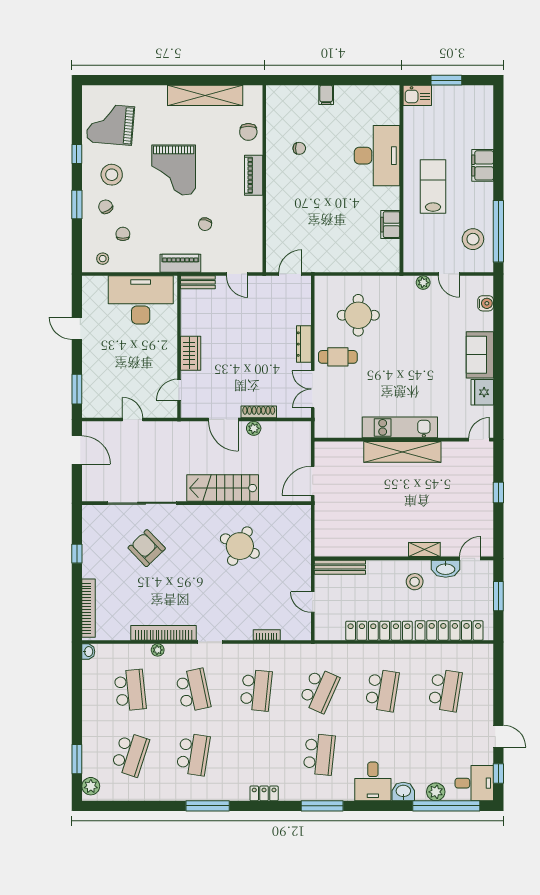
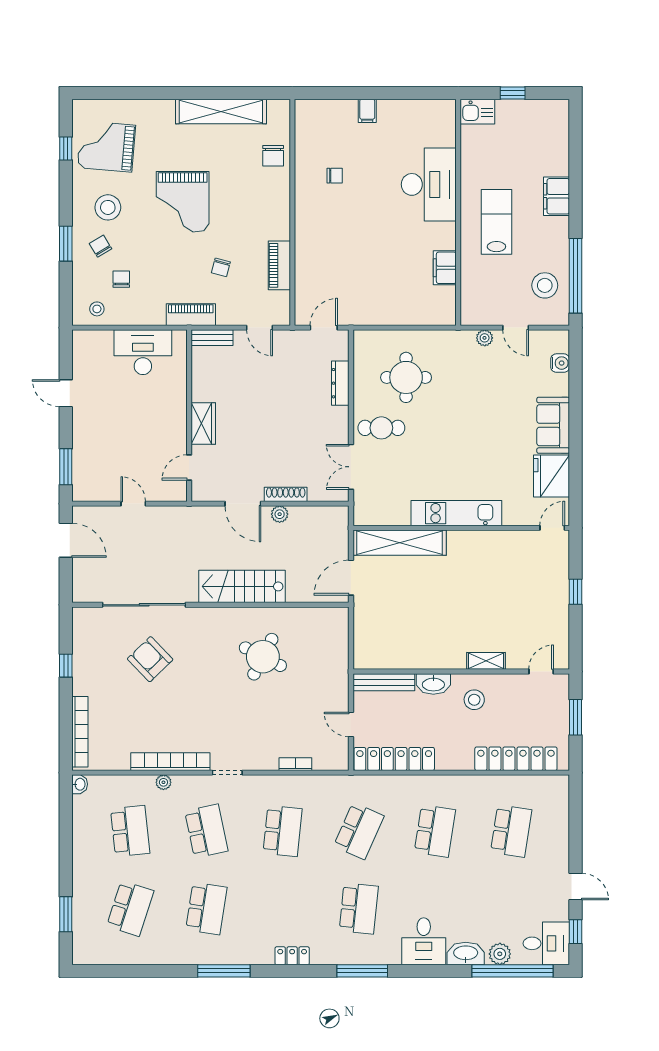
window: (446, 80) -> (513, 93), width x0.67
window: (77, 154) -> (66, 148), moved
piano: (254, 175) -> (279, 265), moved
desk: (141, 300) -> (143, 352), width x0.73, depth x0.77
dresser: (304, 344) -> (340, 383), moved
fridge: (482, 392) -> (552, 476), width x1.36, depth x1.34
shelving: (402, 452) -> (400, 543), moved
washbasin: (446, 569) -> (433, 684), moved
locker: (379, 631) -> (394, 759), moved
plant: (91, 786) -> (83, 947), removed
washbasin: (403, 791) -> (466, 953), width x1.38

